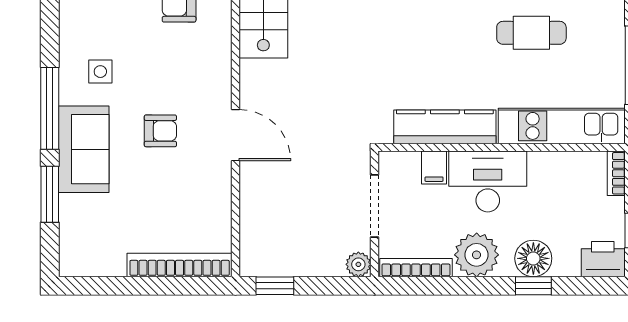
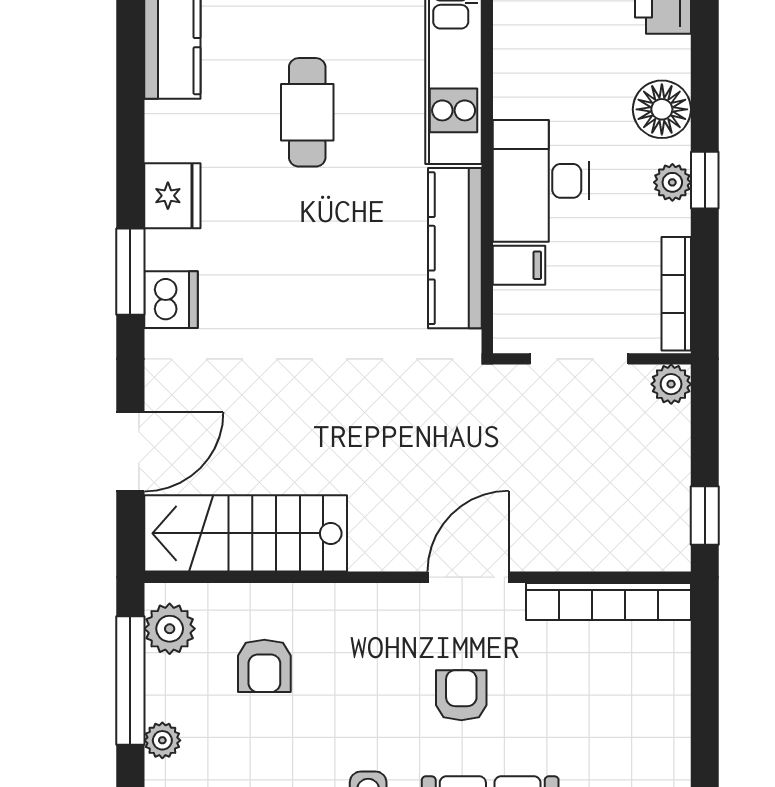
plant: (477, 255) -> (672, 182), width x0.53, depth x0.53
bookcase: (180, 265) -> (609, 601), moved, turned -90
window: (533, 286) -> (705, 180), moved

